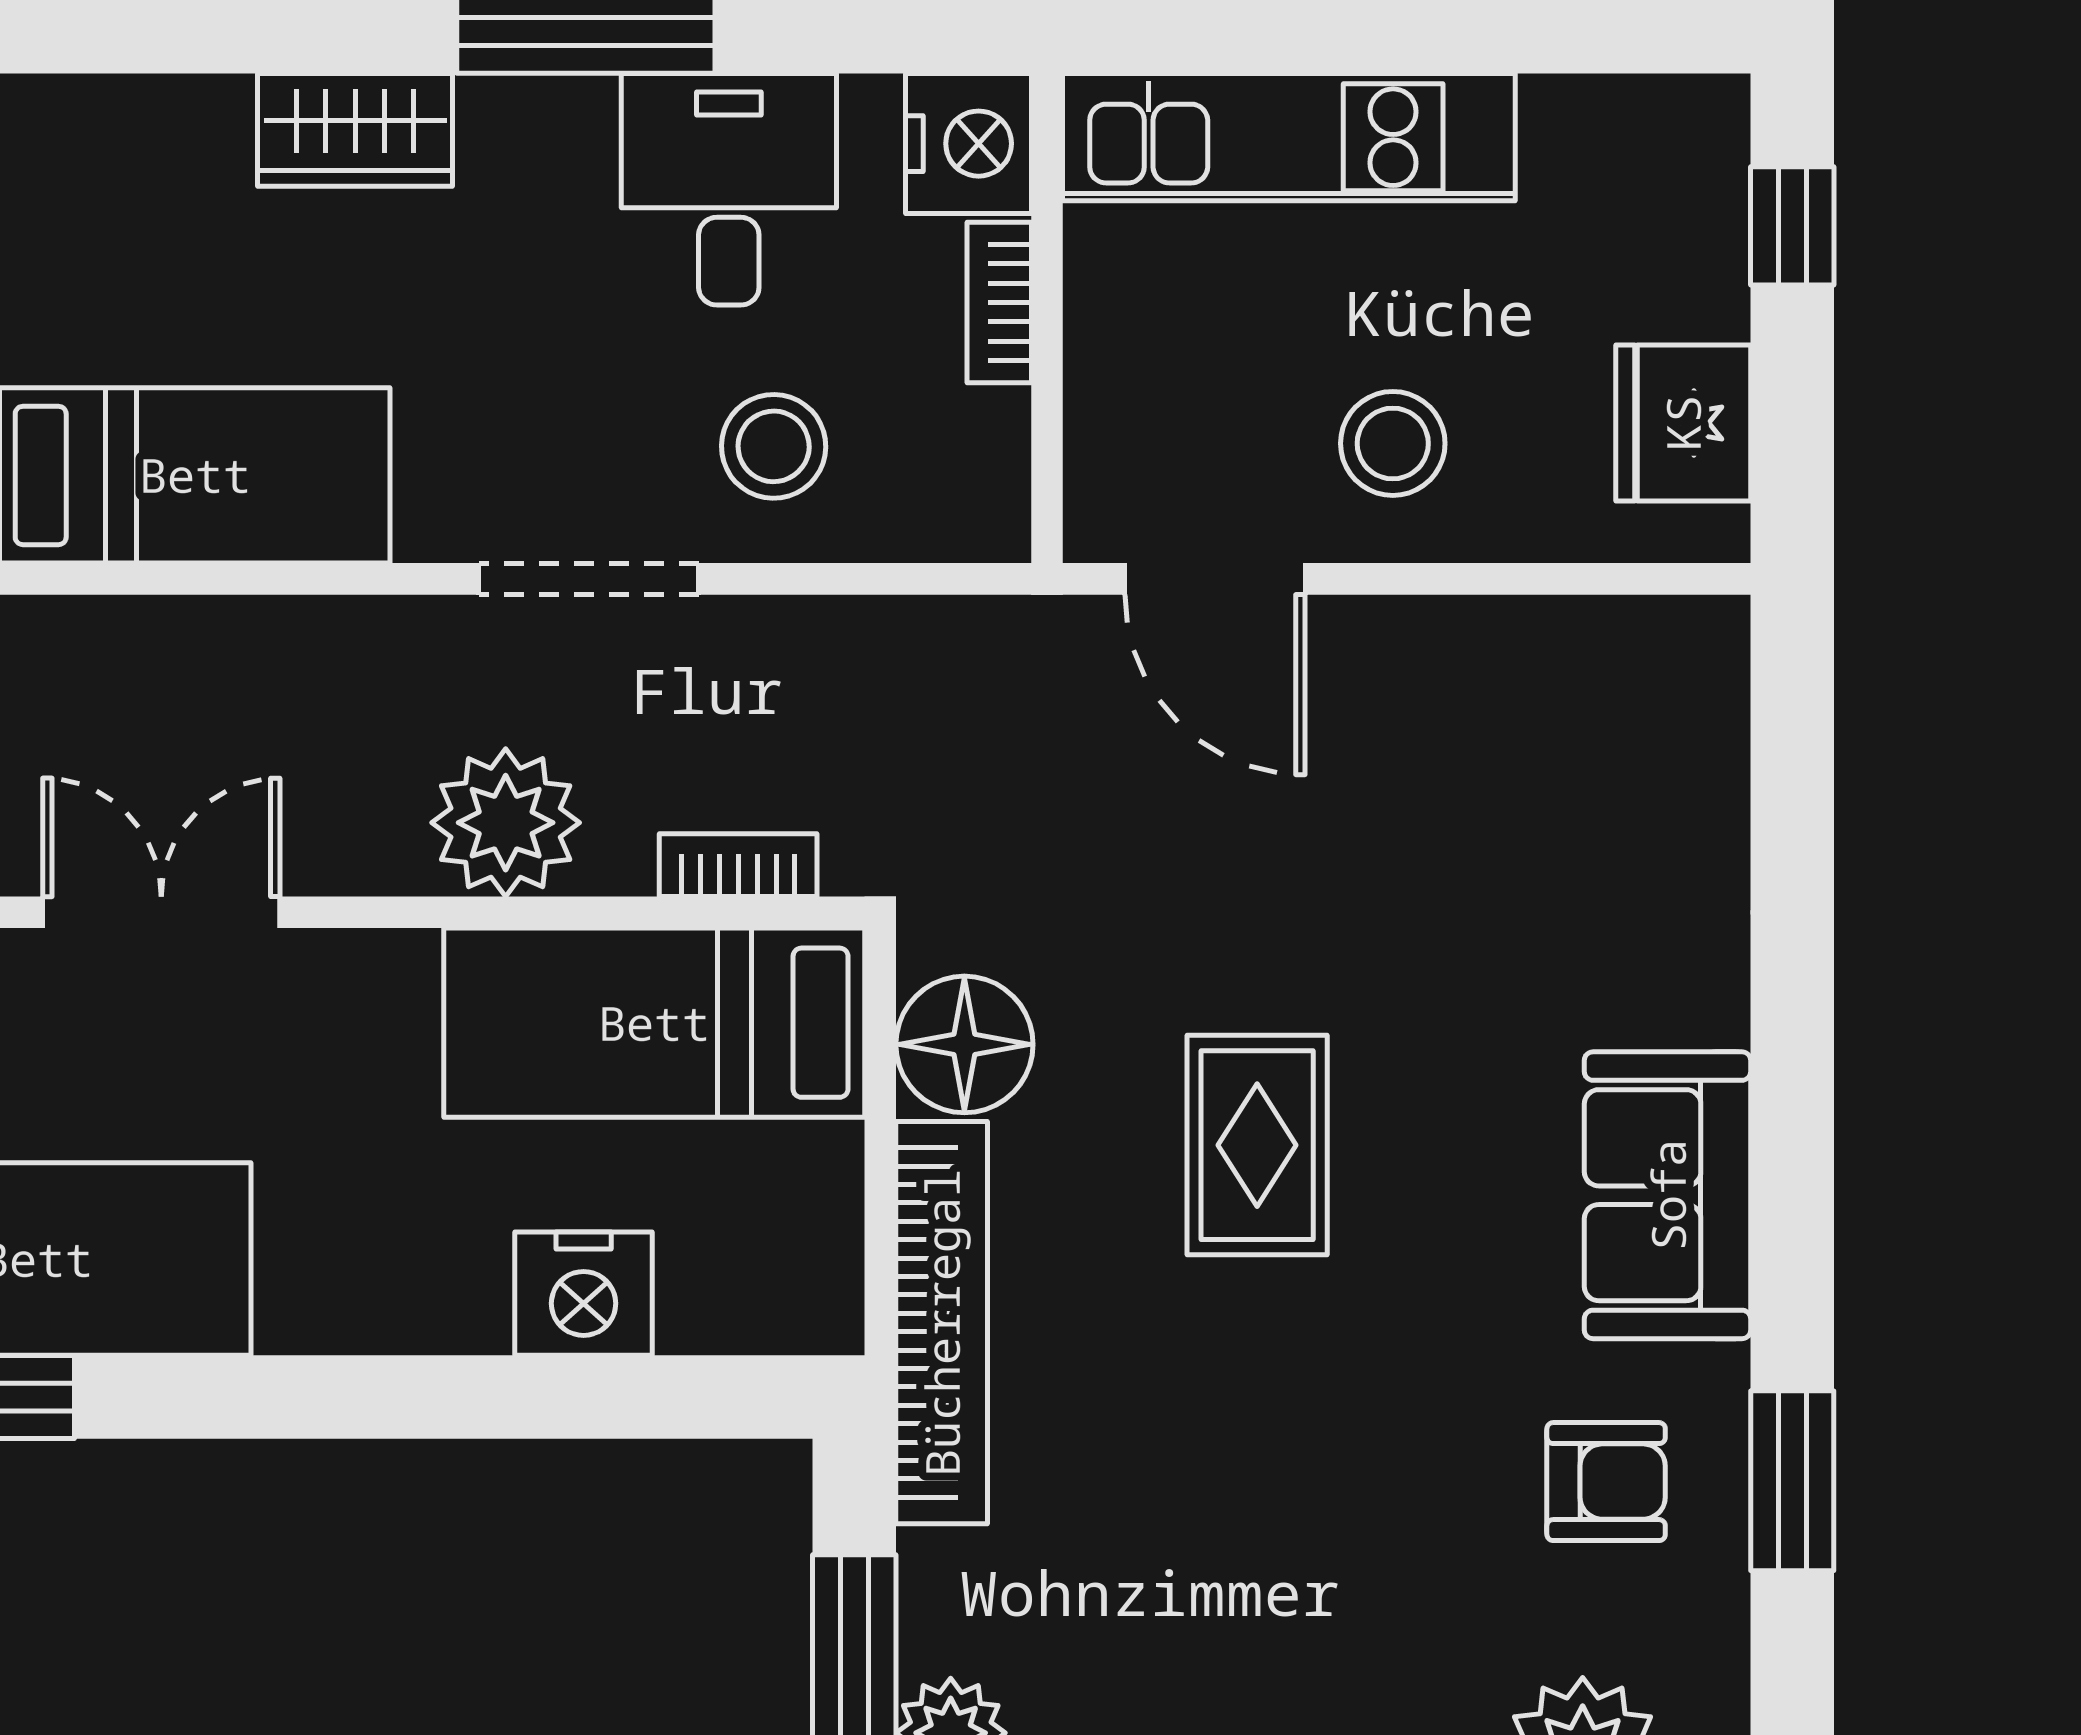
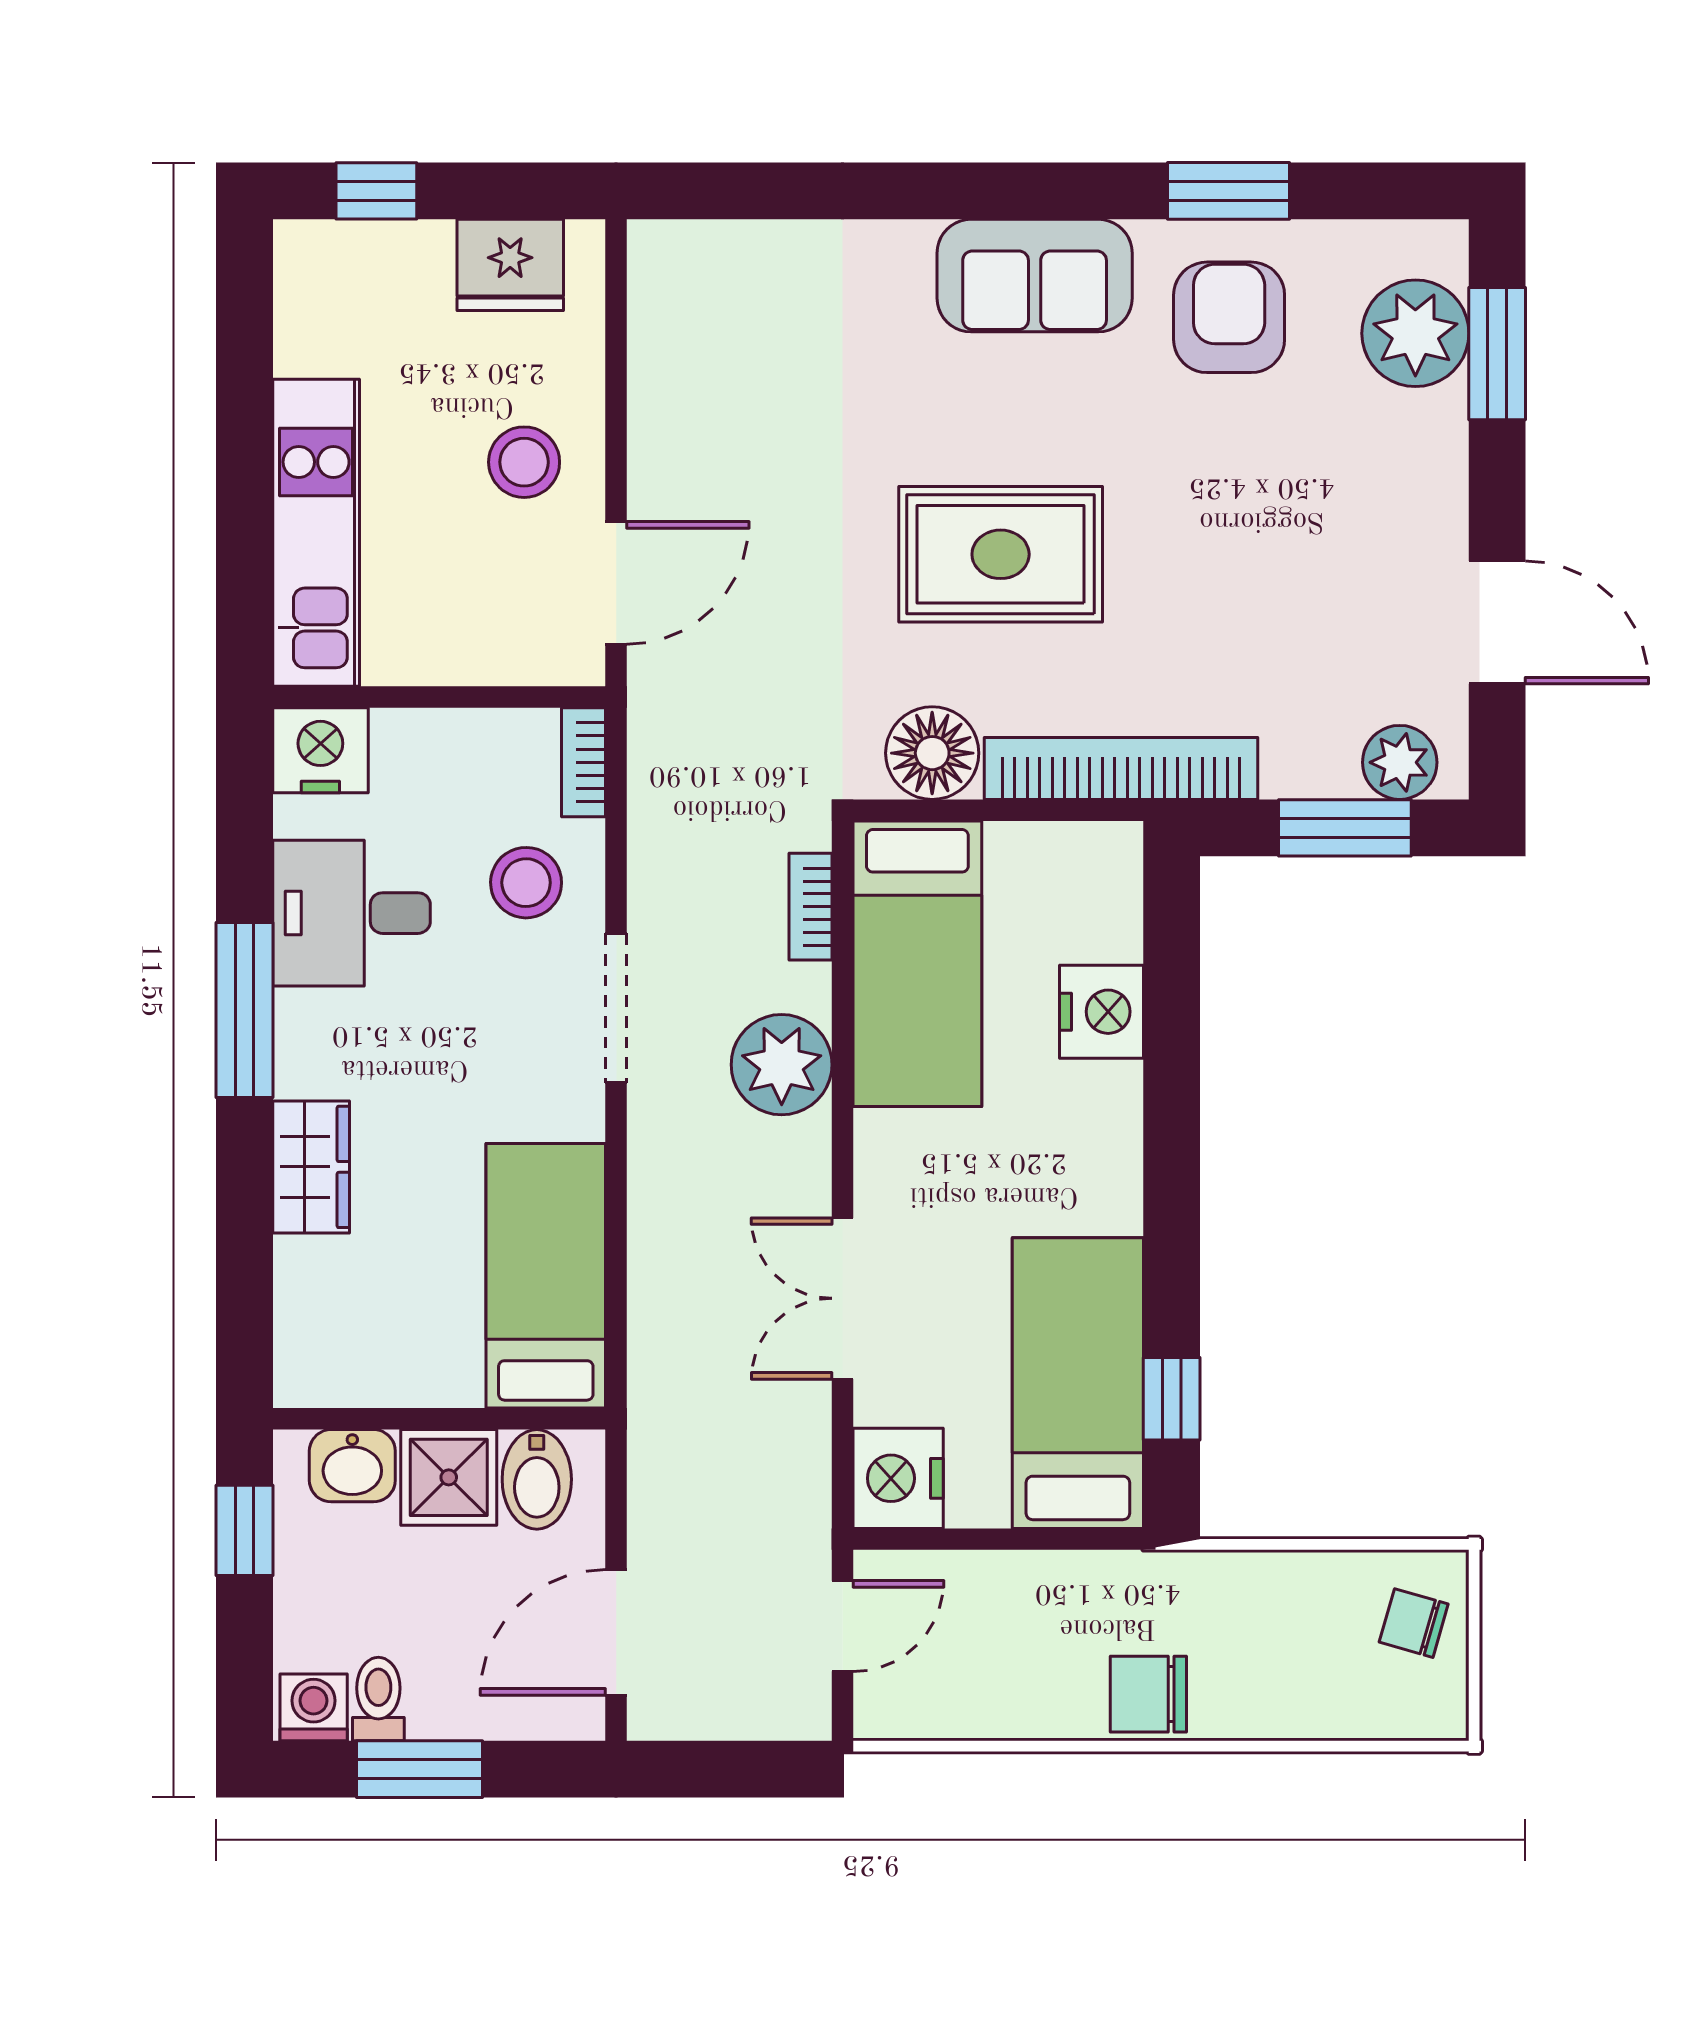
bookcase: (999, 302) -> (584, 762), moved, turned 90
rug: (1257, 1145) -> (1001, 554), width x1.36, depth x1.43
armchair: (1606, 1482) -> (1229, 317), width x1.38, depth x1.38

